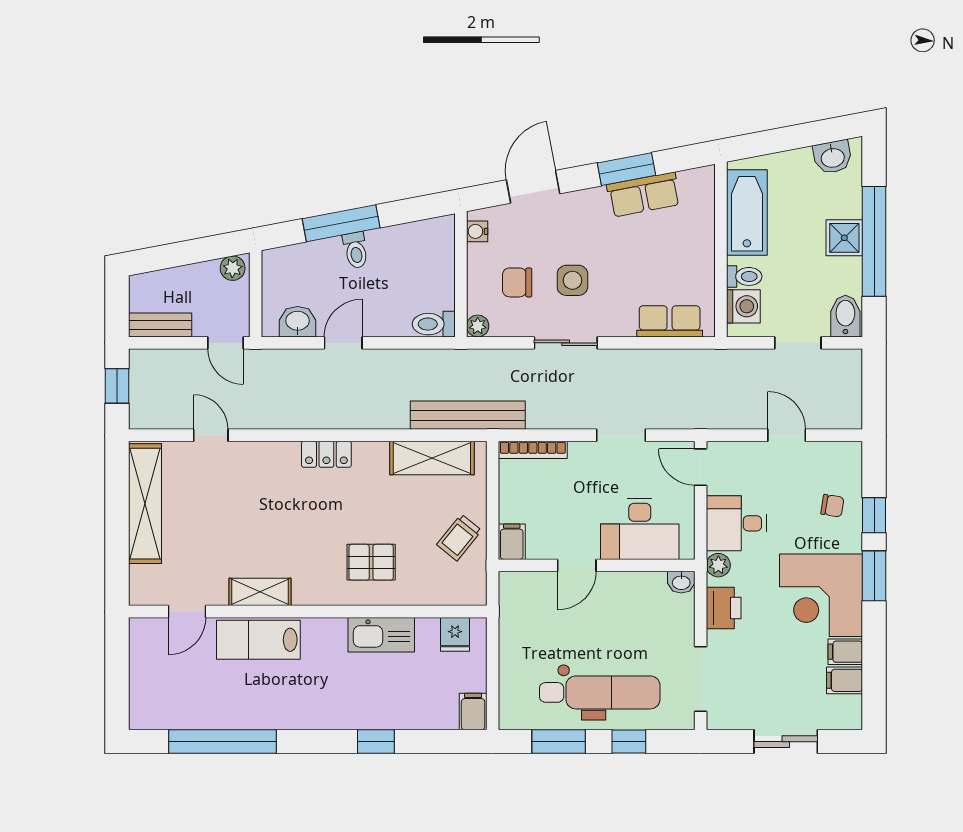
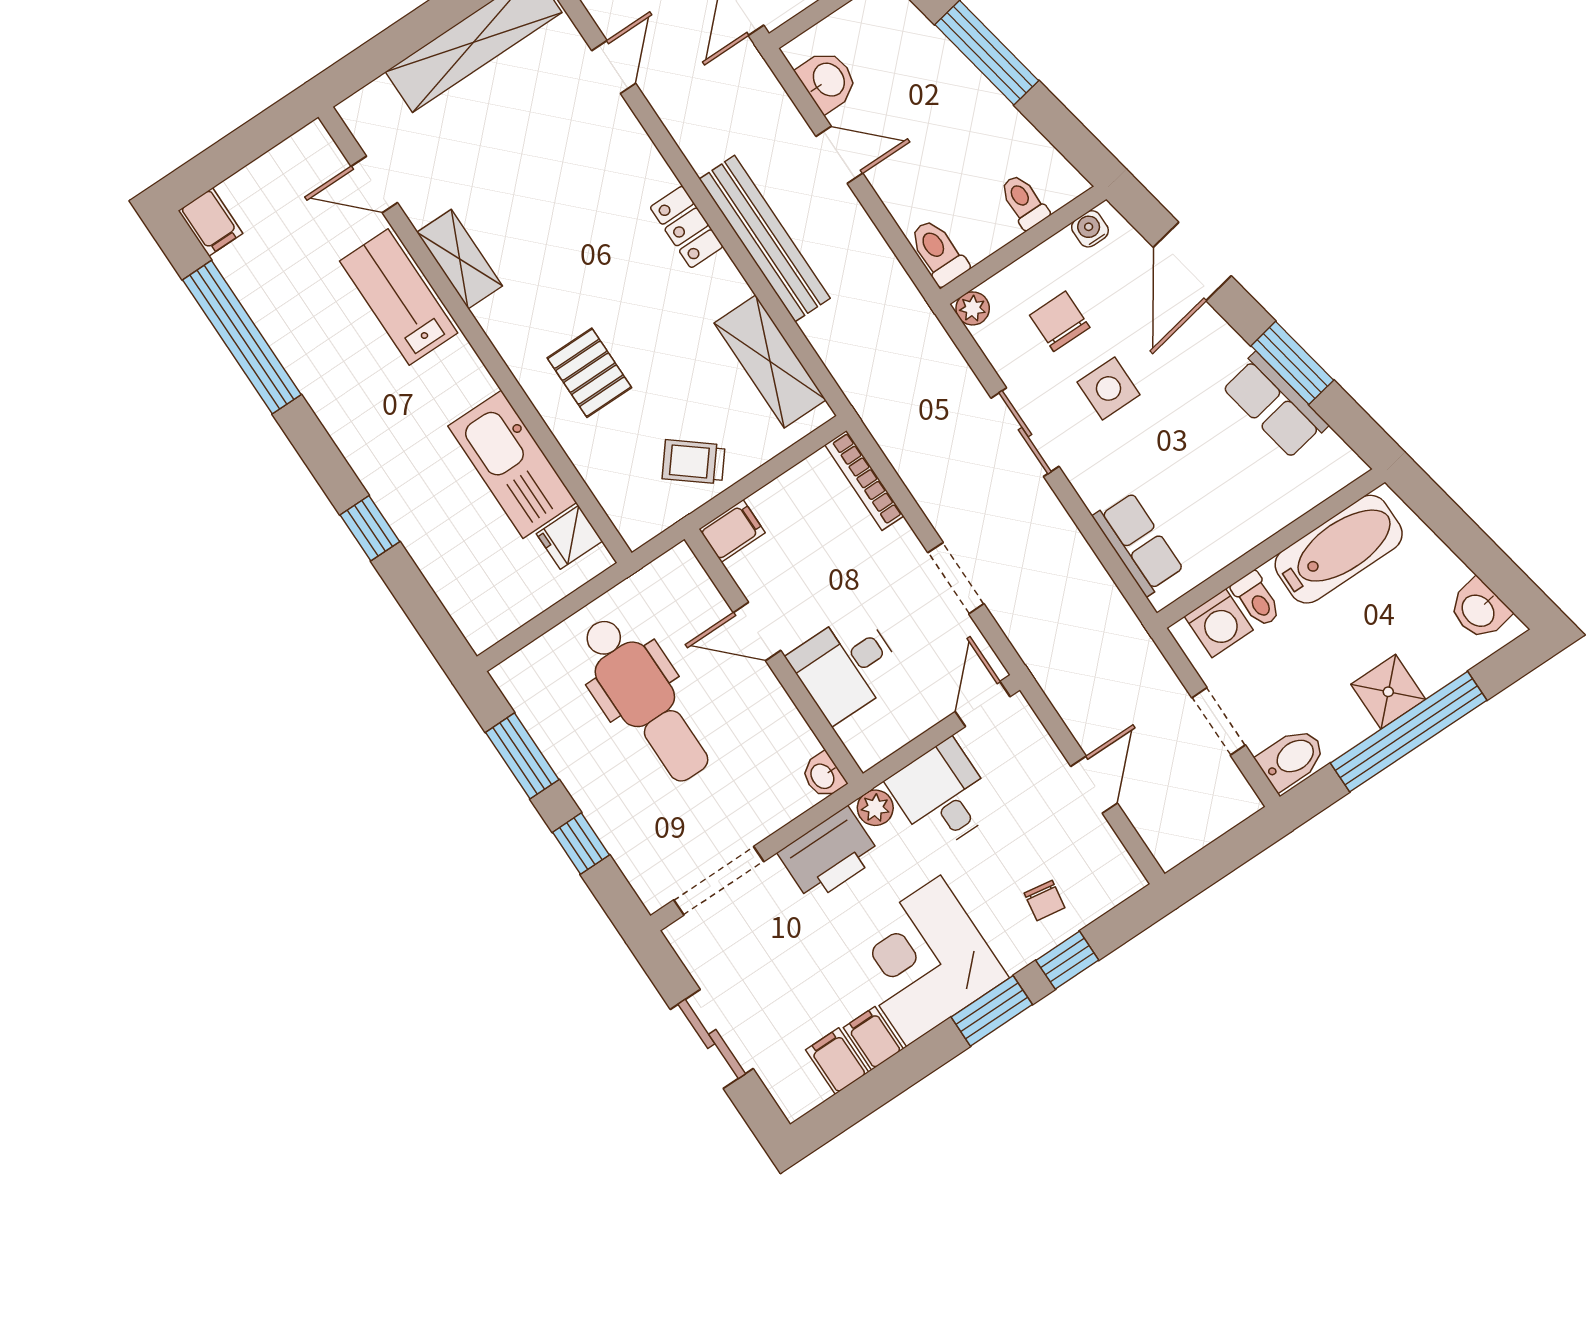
door: (533, 187) -> (1192, 261), swing flipped
toilet: (356, 250) -> (1024, 202), moved, turned 101
bench: (468, 415) -> (765, 239), moved
desk: (640, 529) -> (846, 666), width x0.73
printer: (724, 608) -> (829, 854), width x1.37, depth x1.19
kitchen sink: (381, 635) -> (512, 464), width x1.36, depth x1.24
dental chair: (600, 692) -> (645, 699), moved
filing cabinet: (473, 712) -> (210, 222), moved, turned 90

